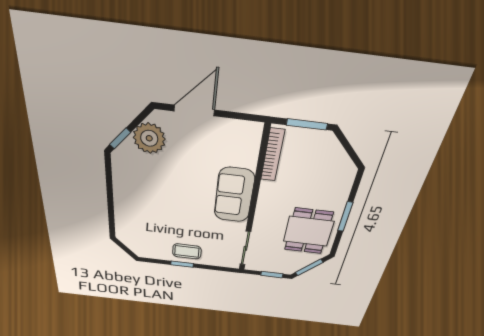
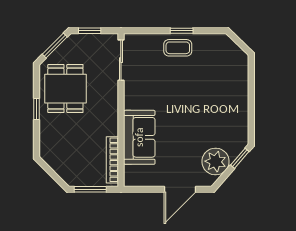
sofa: (234, 195) -> (139, 137), moved
window: (345, 217) -> (36, 109), width x0.67

